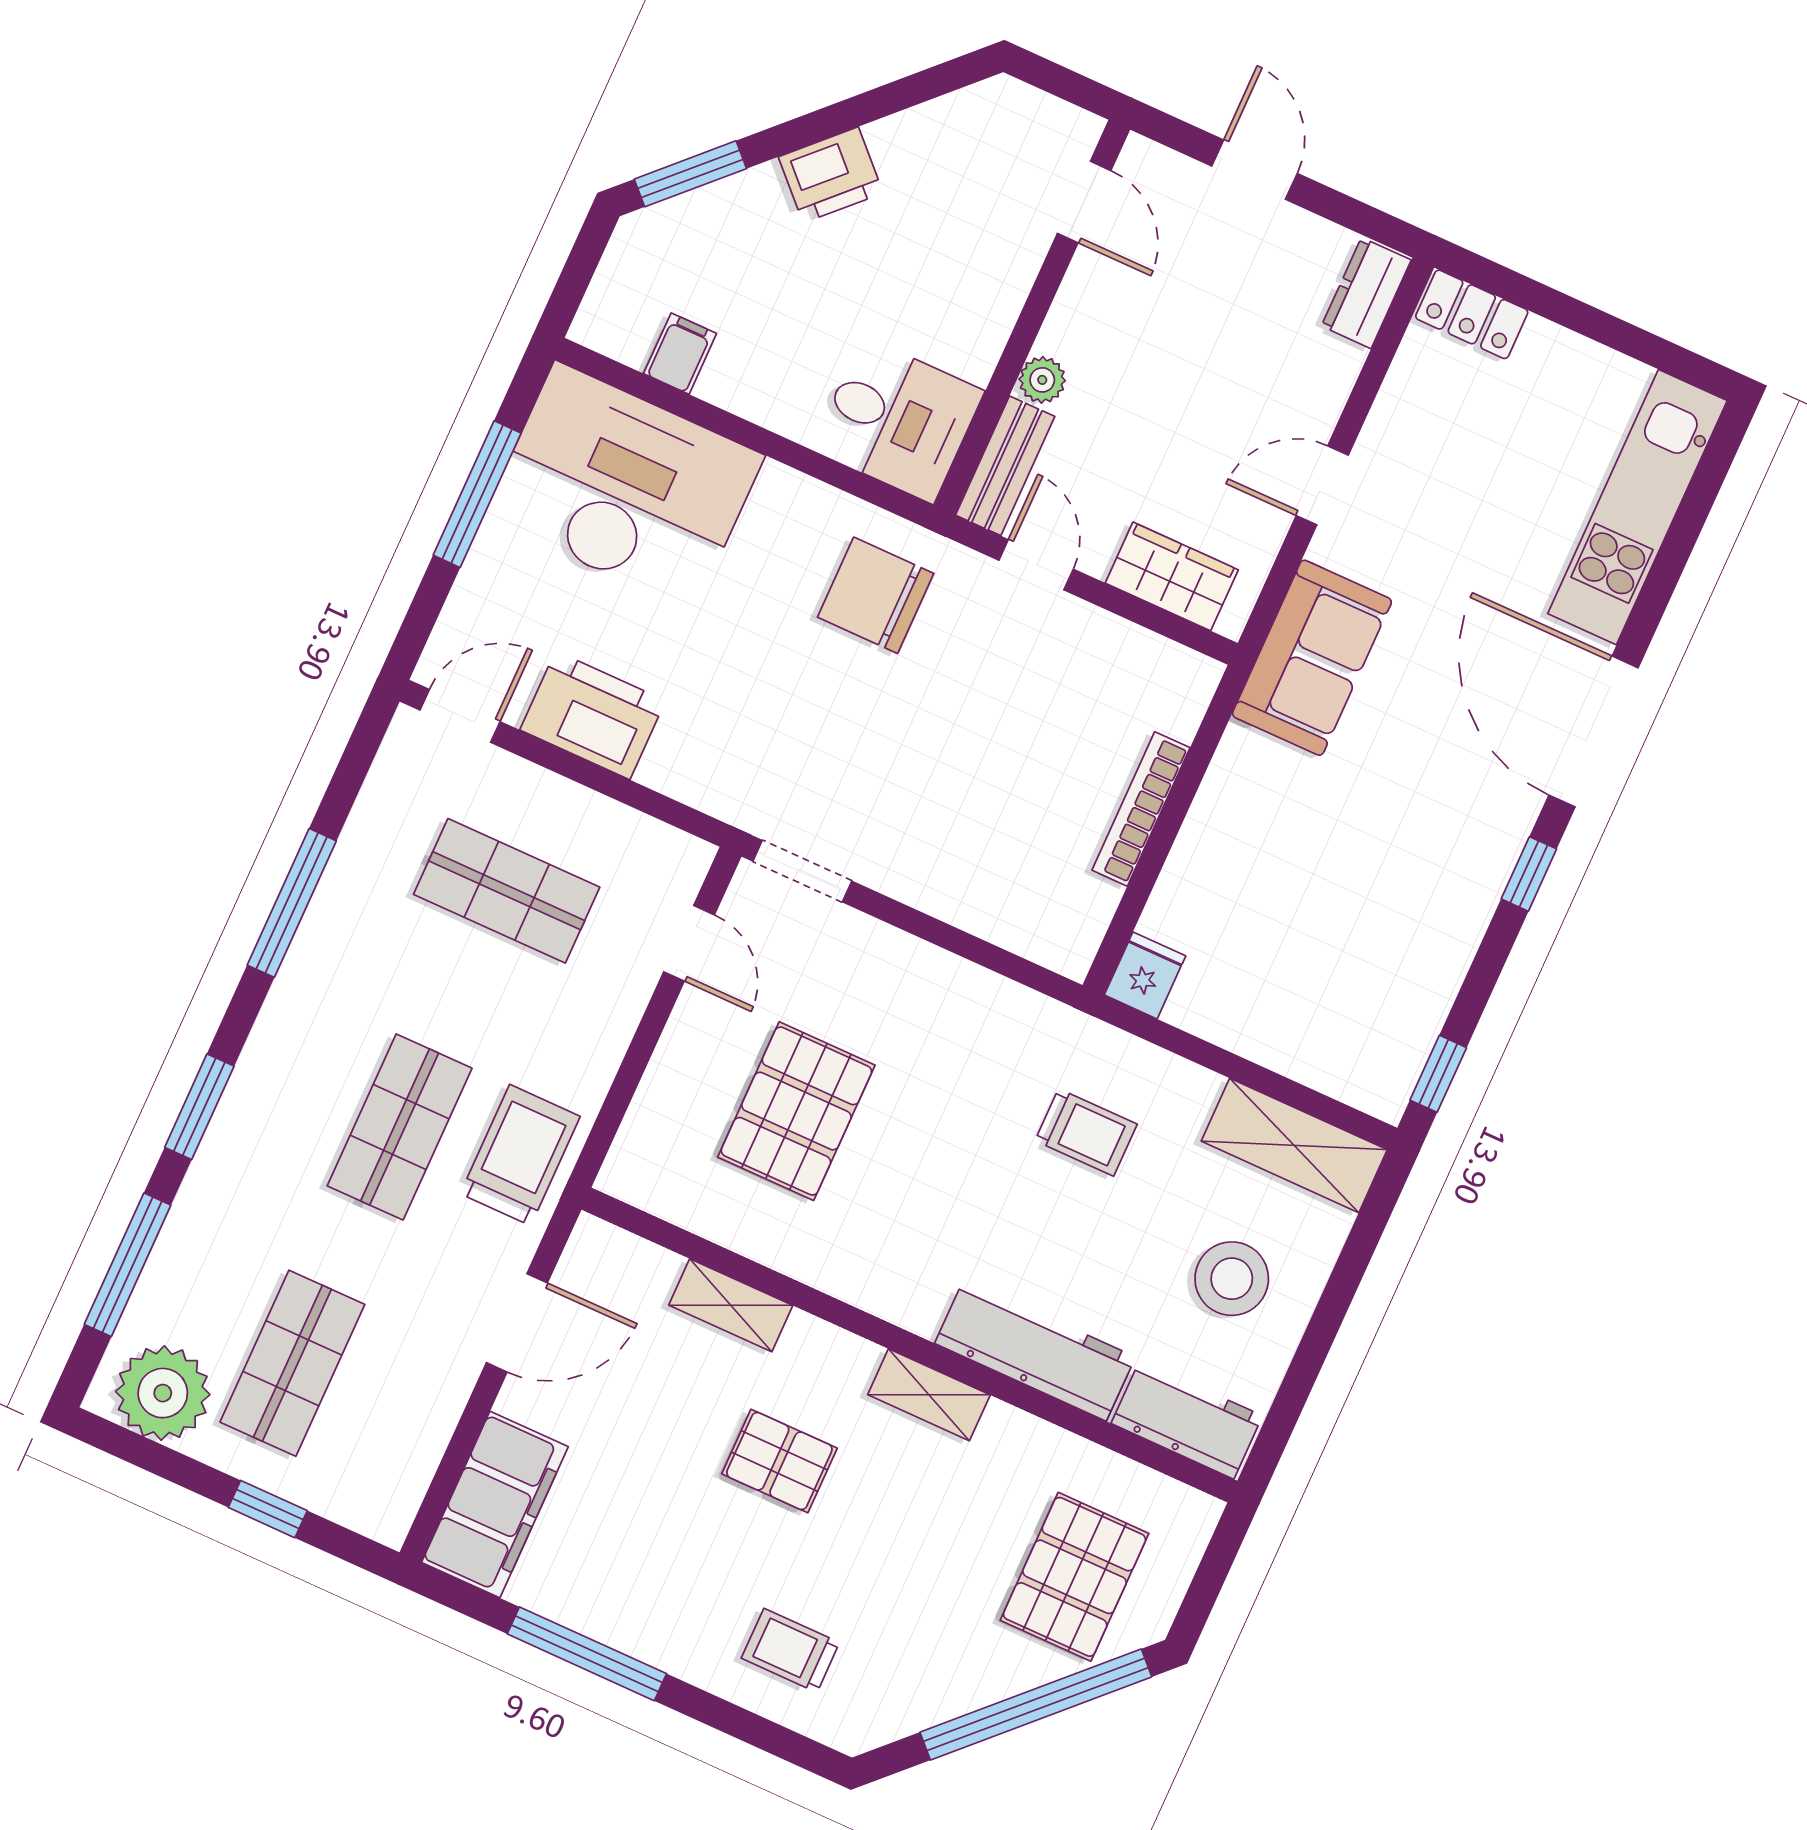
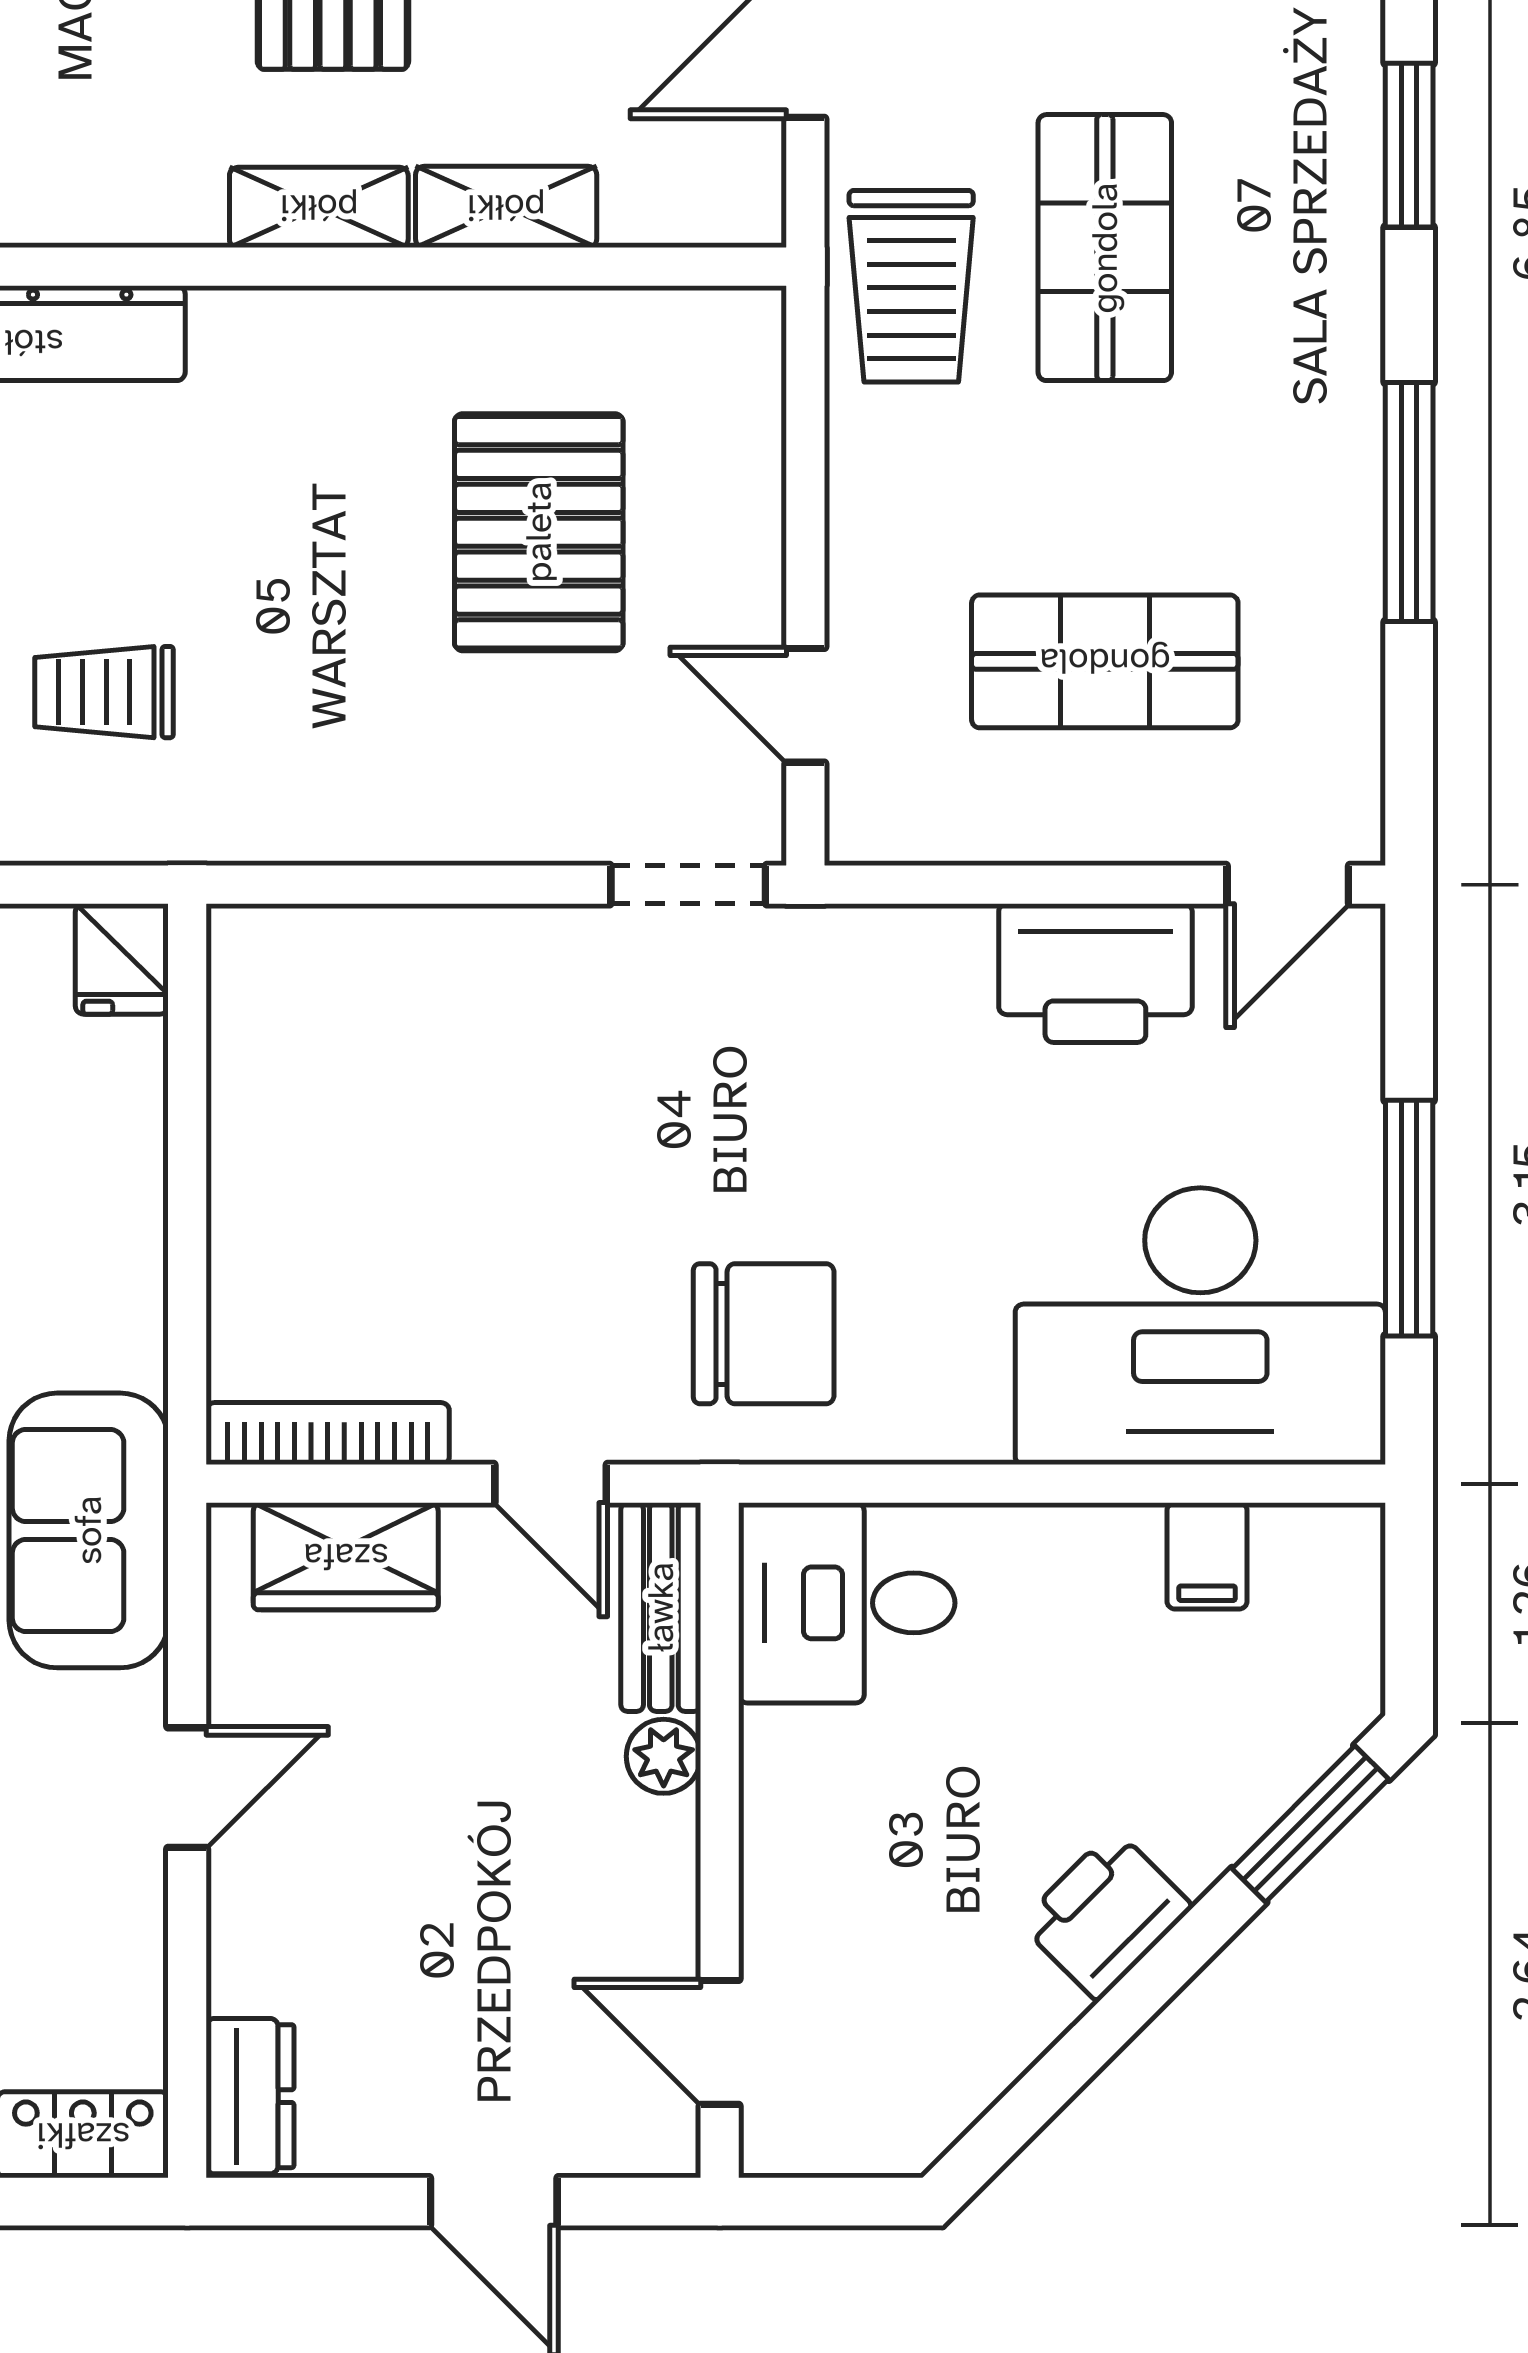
bookcase: (1141, 809) -> (328, 1434), moved, turned -90
shelving: (929, 1395) -> (319, 207), moved

